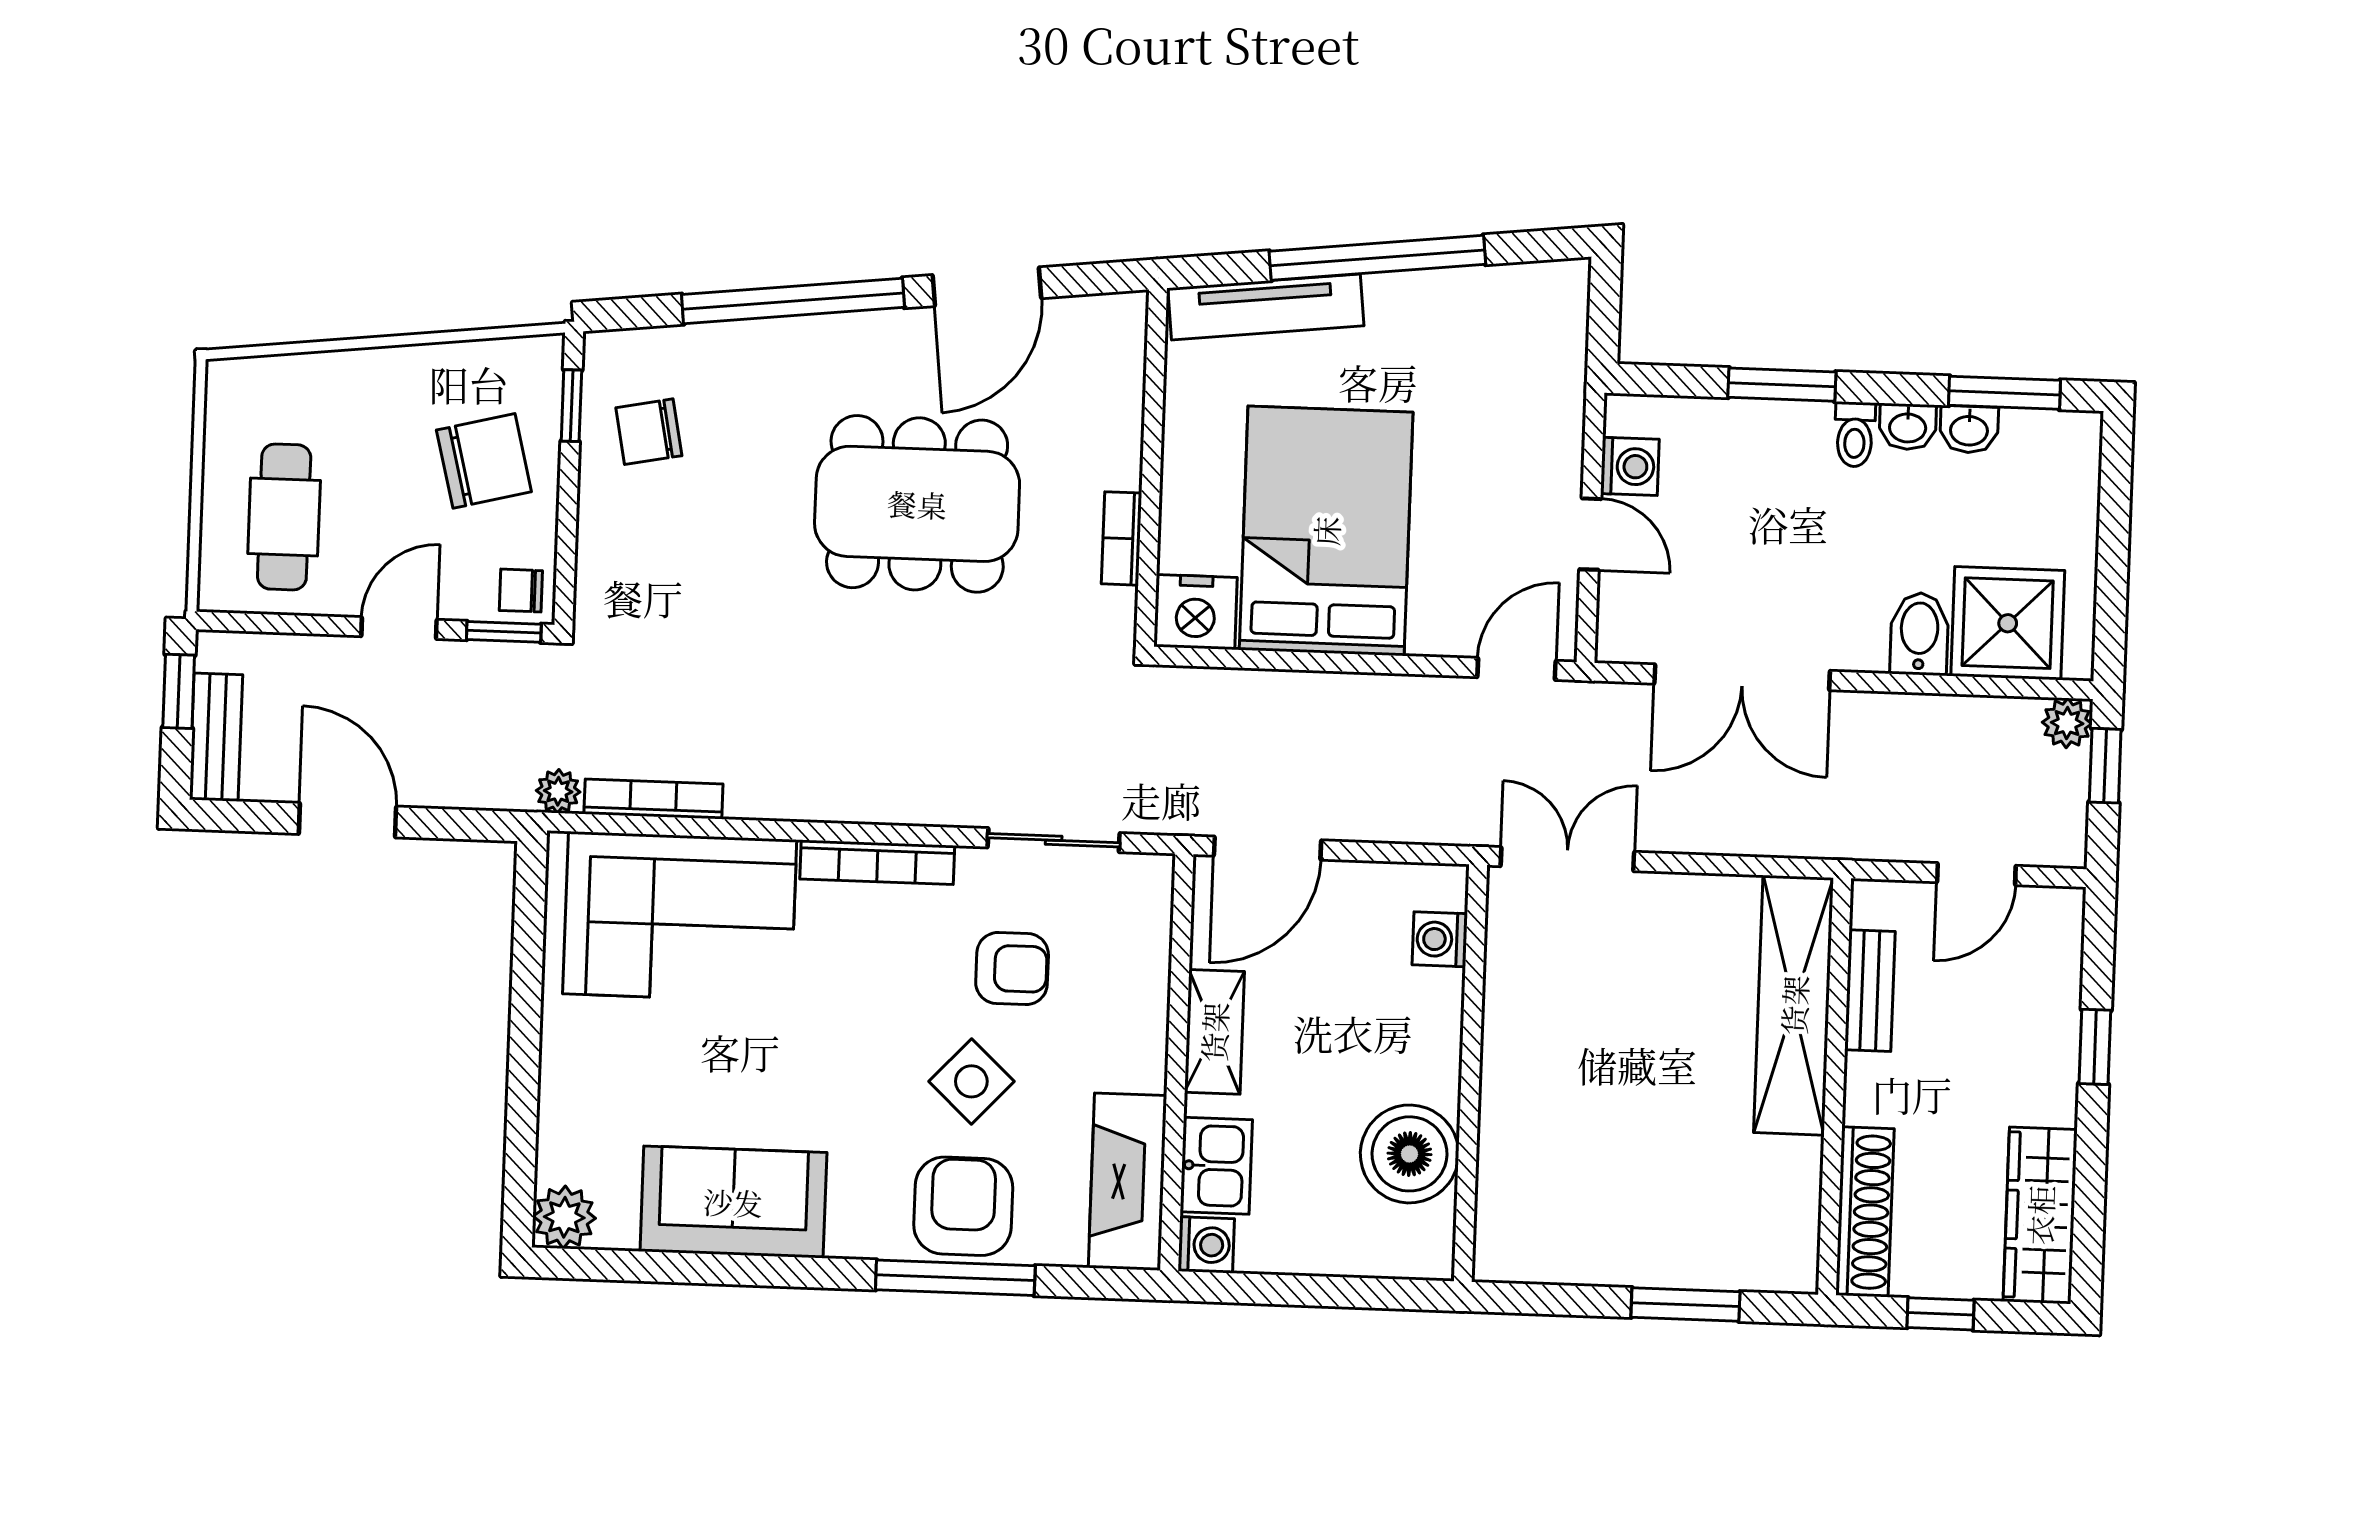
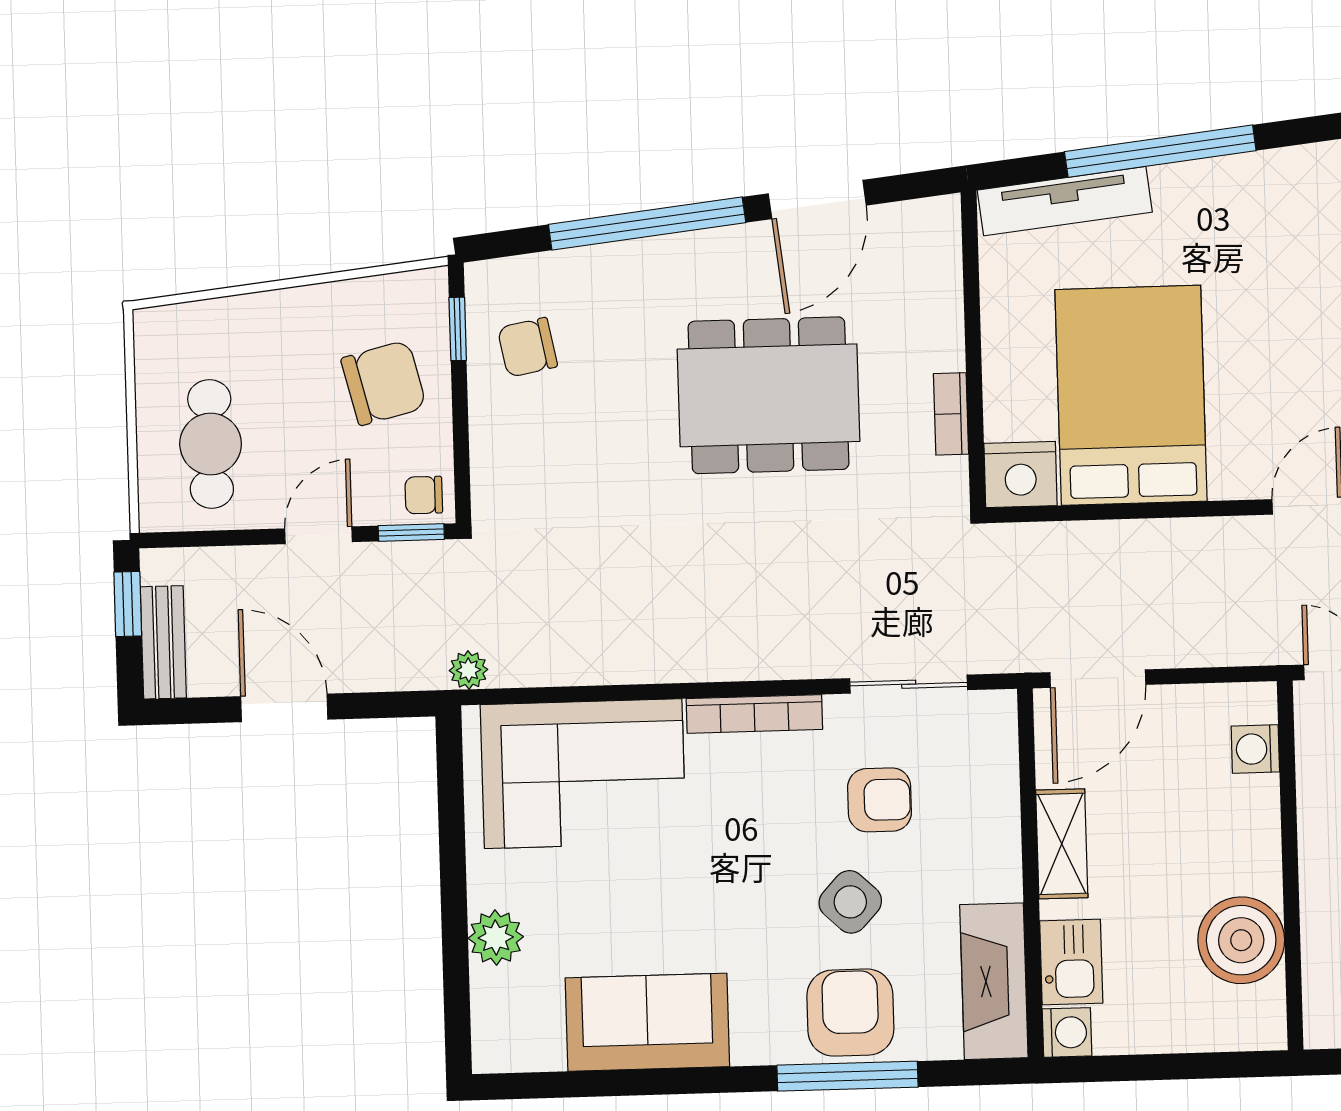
bookcase: (653, 799) -> (553, 671), removed
plant: (564, 1217) -> (496, 938), moved

